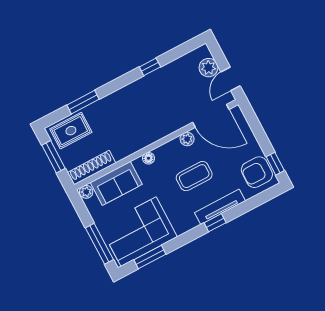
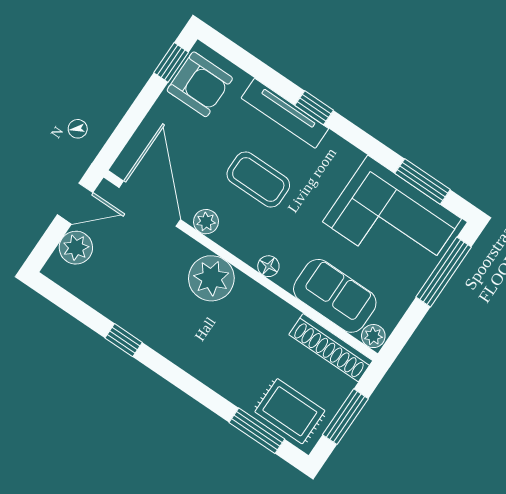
window: (83, 102) -> (257, 431), moved
plant: (158, 127) -> (211, 278), added

